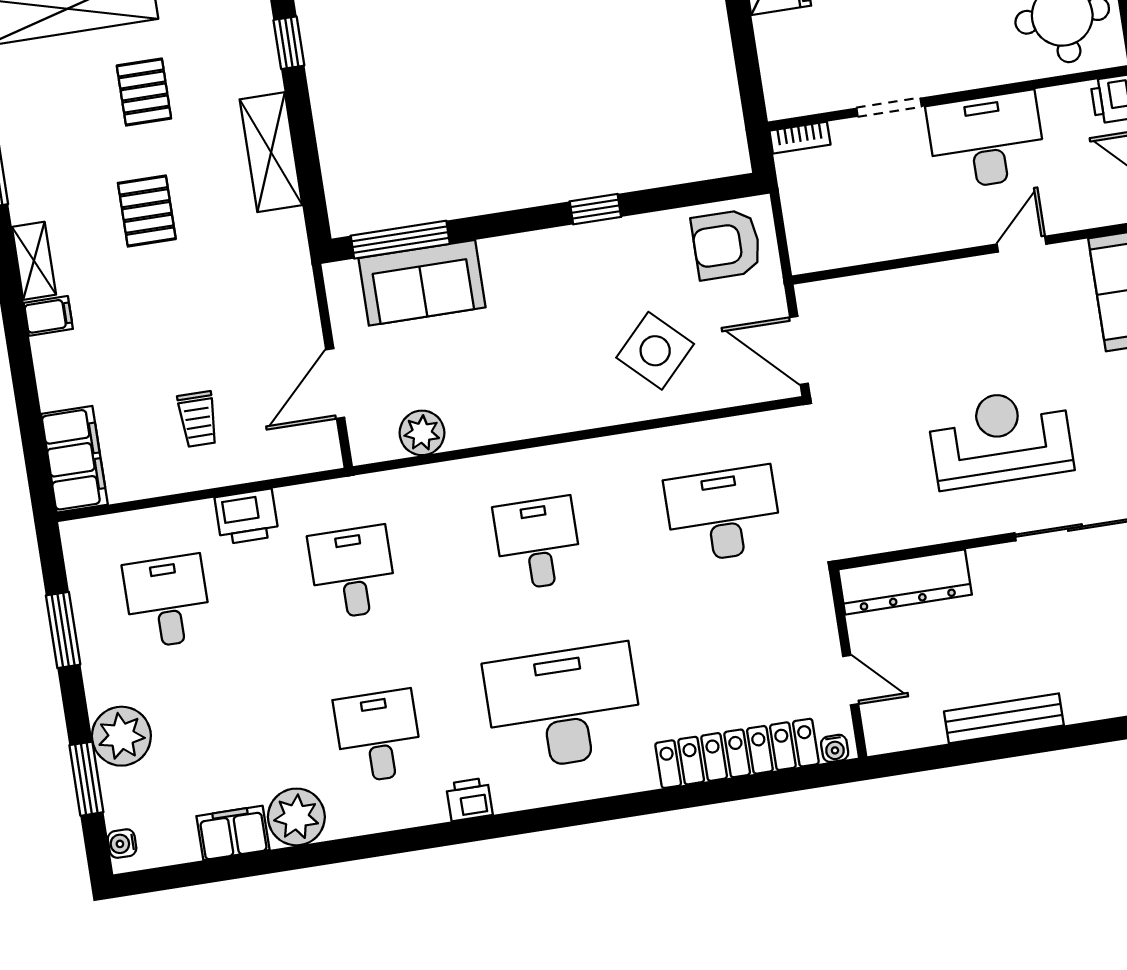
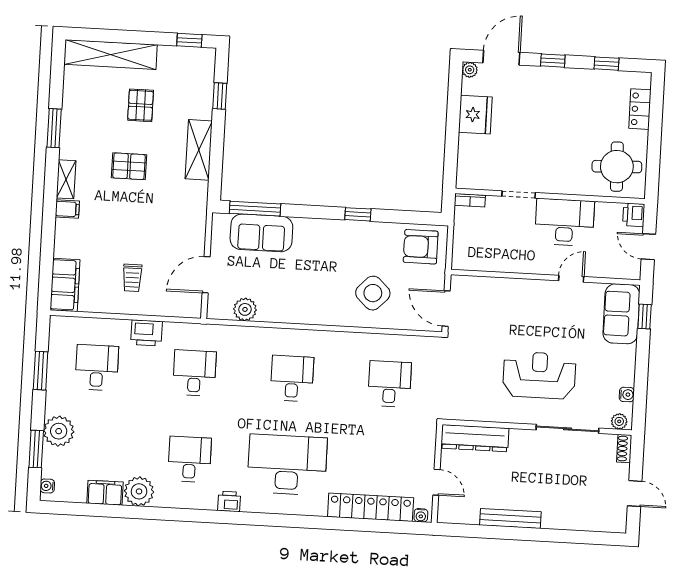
pallet: (147, 211) -> (129, 166), turned 90
desk: (723, 514) -> (390, 384), width x0.73

